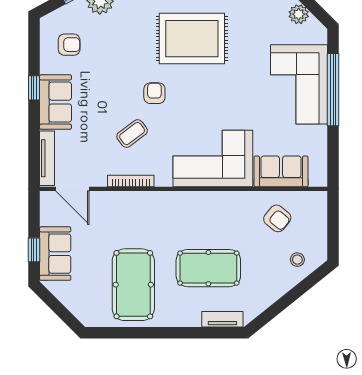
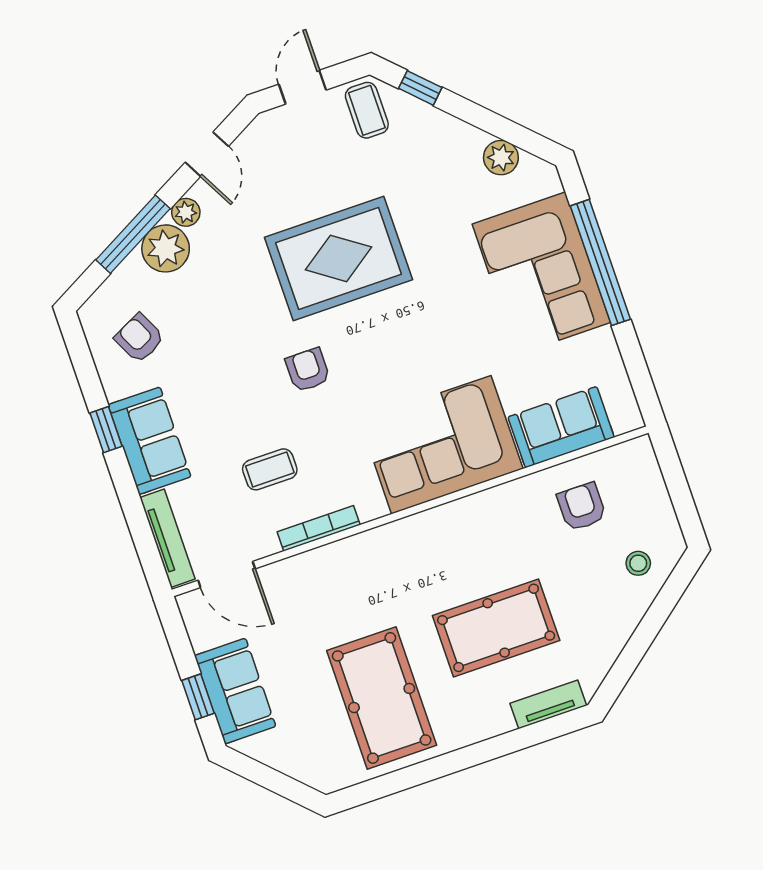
armchair: (69, 45) -> (139, 338), turned -116
coffee table: (132, 134) -> (270, 469), moved, turned 37
armchair: (277, 218) -> (582, 507), turned -129

